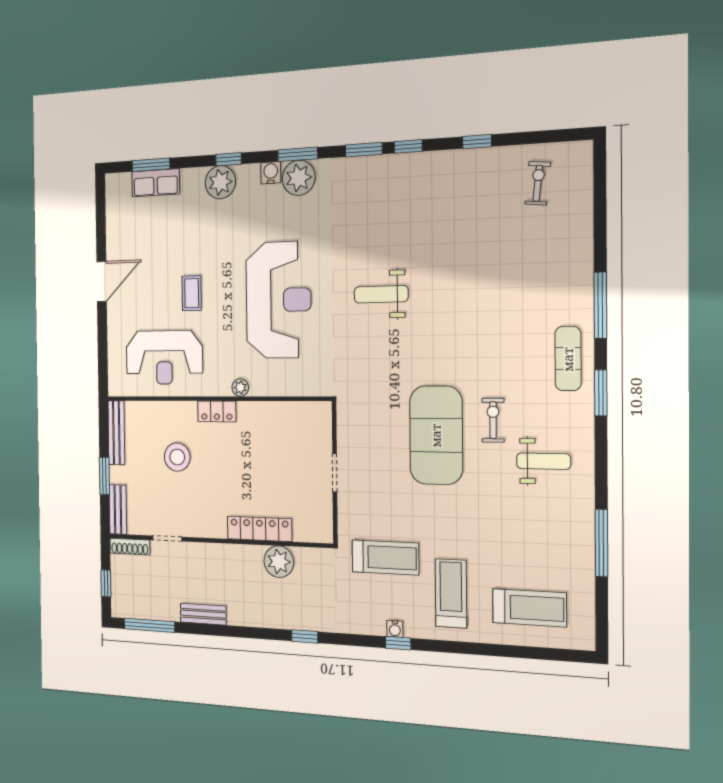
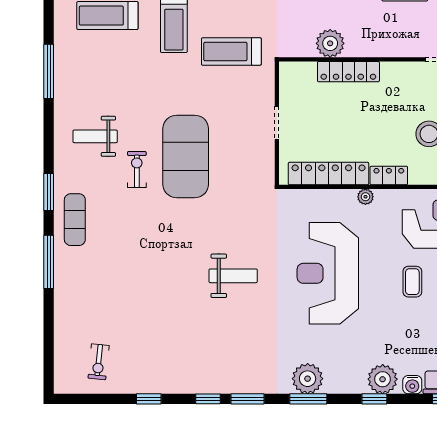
water cooler: (271, 173) -> (412, 385), moved
locker: (279, 414) -> (329, 174), added
exercise bike: (493, 420) -> (137, 169), turned 180

